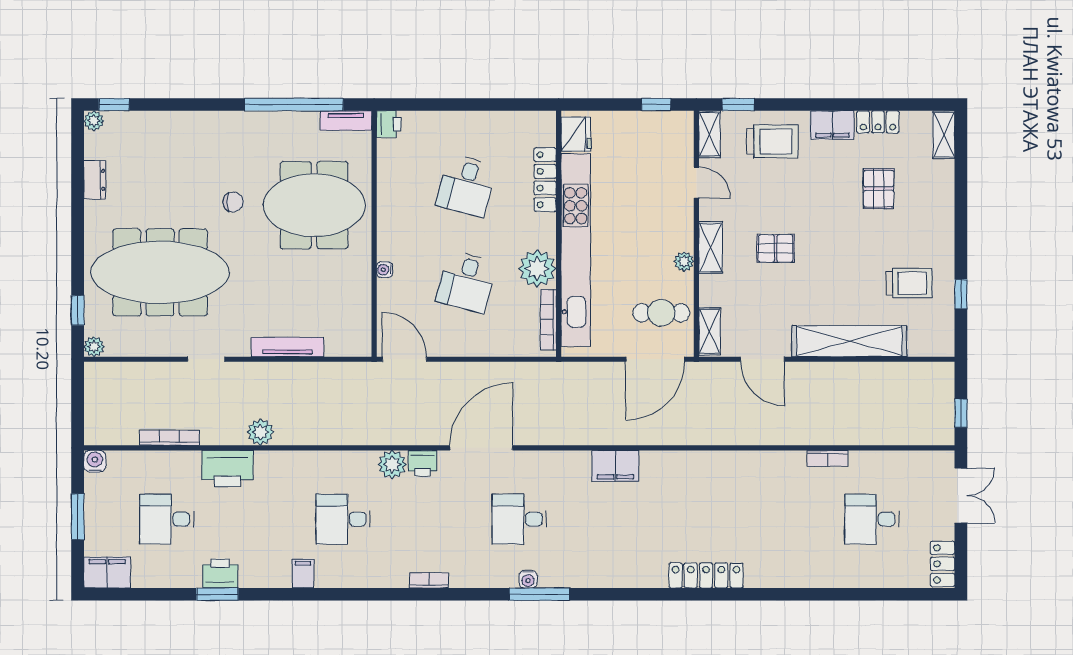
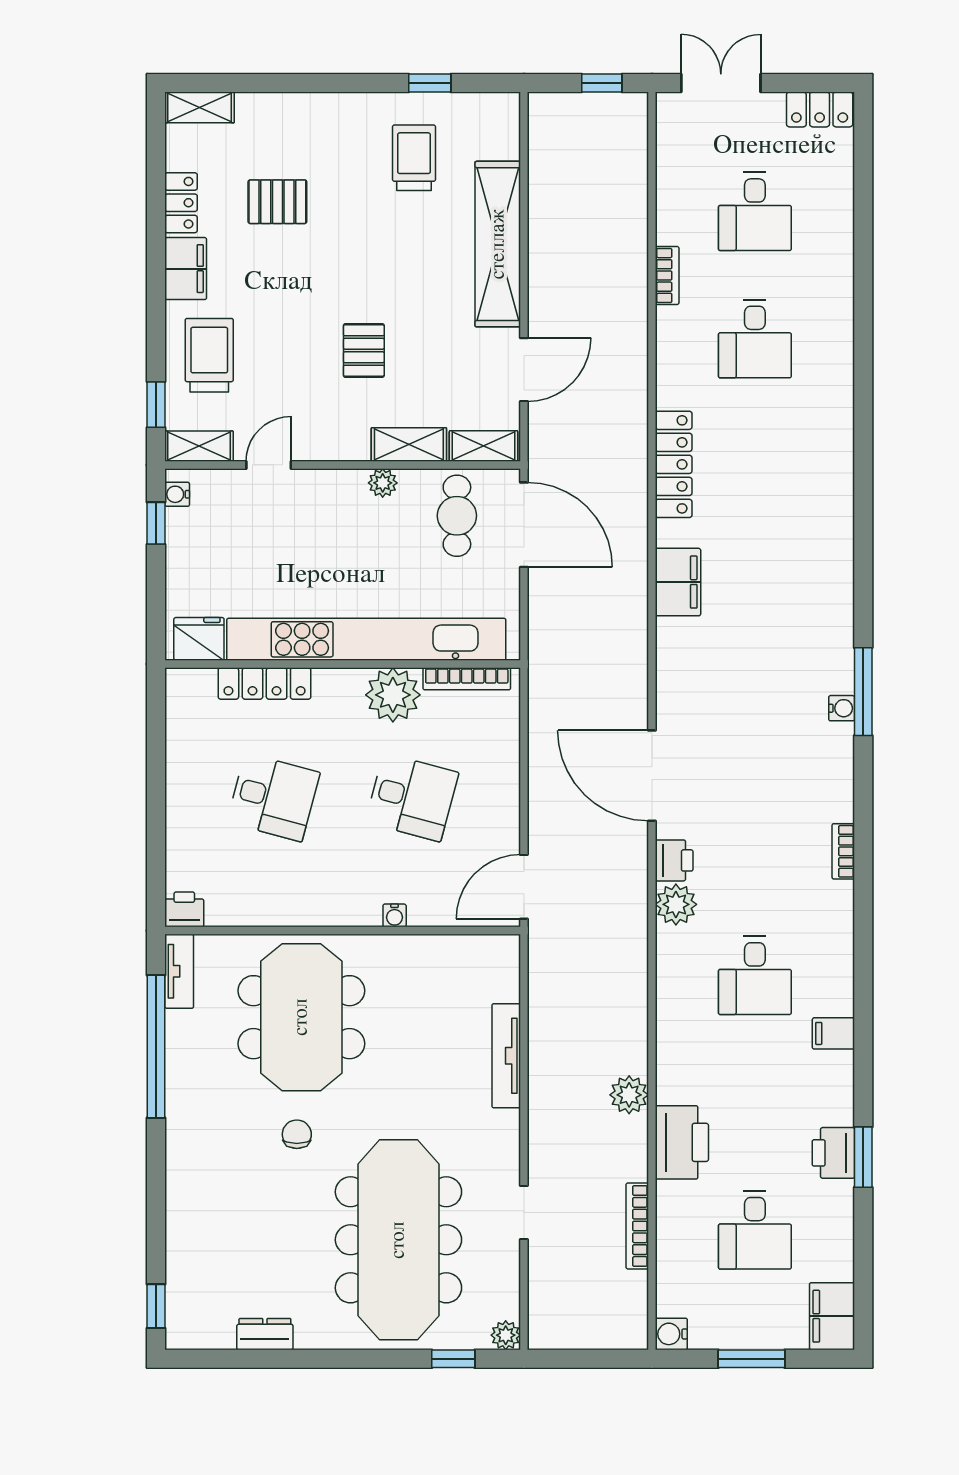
water cooler: (676, 119) -> (177, 494), added
plant: (94, 121) -> (179, 1335), removed
shelving: (711, 248) -> (409, 445), moved
doorway: (206, 359) -> (524, 1213), moved
desk: (519, 519) -> (755, 339), moved
locker: (706, 575) -> (674, 464), moved, turned 180

